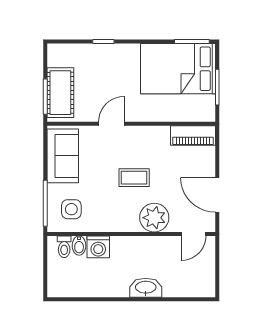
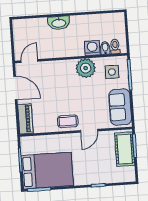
piano: (193, 135) -> (25, 119), moved, turned 90
coffee table: (134, 178) -> (68, 121), moved
plant: (154, 218) -> (86, 68), moved

